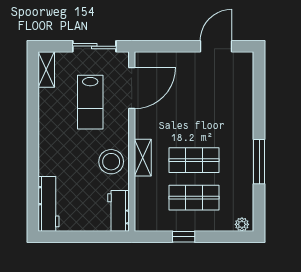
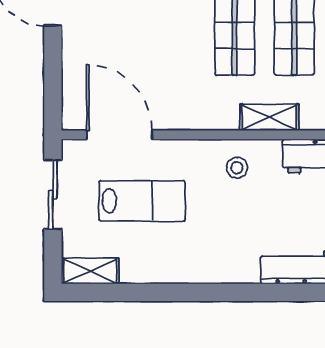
shelving: (143, 158) -> (269, 117), moved
stool: (111, 162) -> (237, 168), width x0.53, depth x0.53

